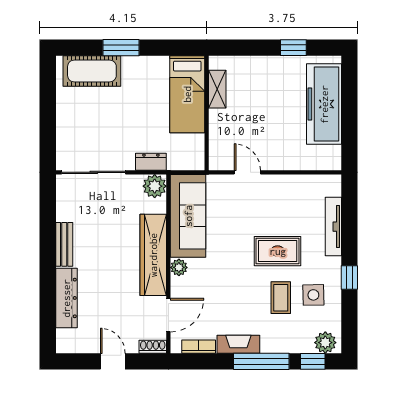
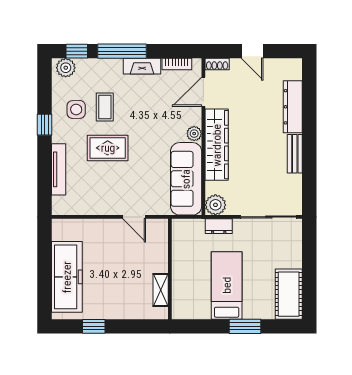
cot: (92, 71) -> (289, 294), moved, turned 90
bed: (187, 94) -> (227, 285), moved

